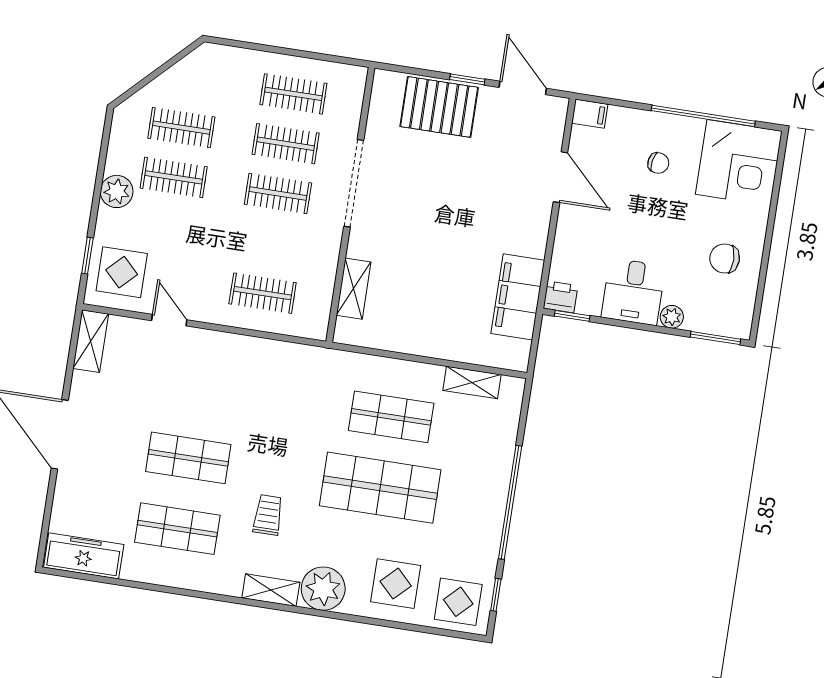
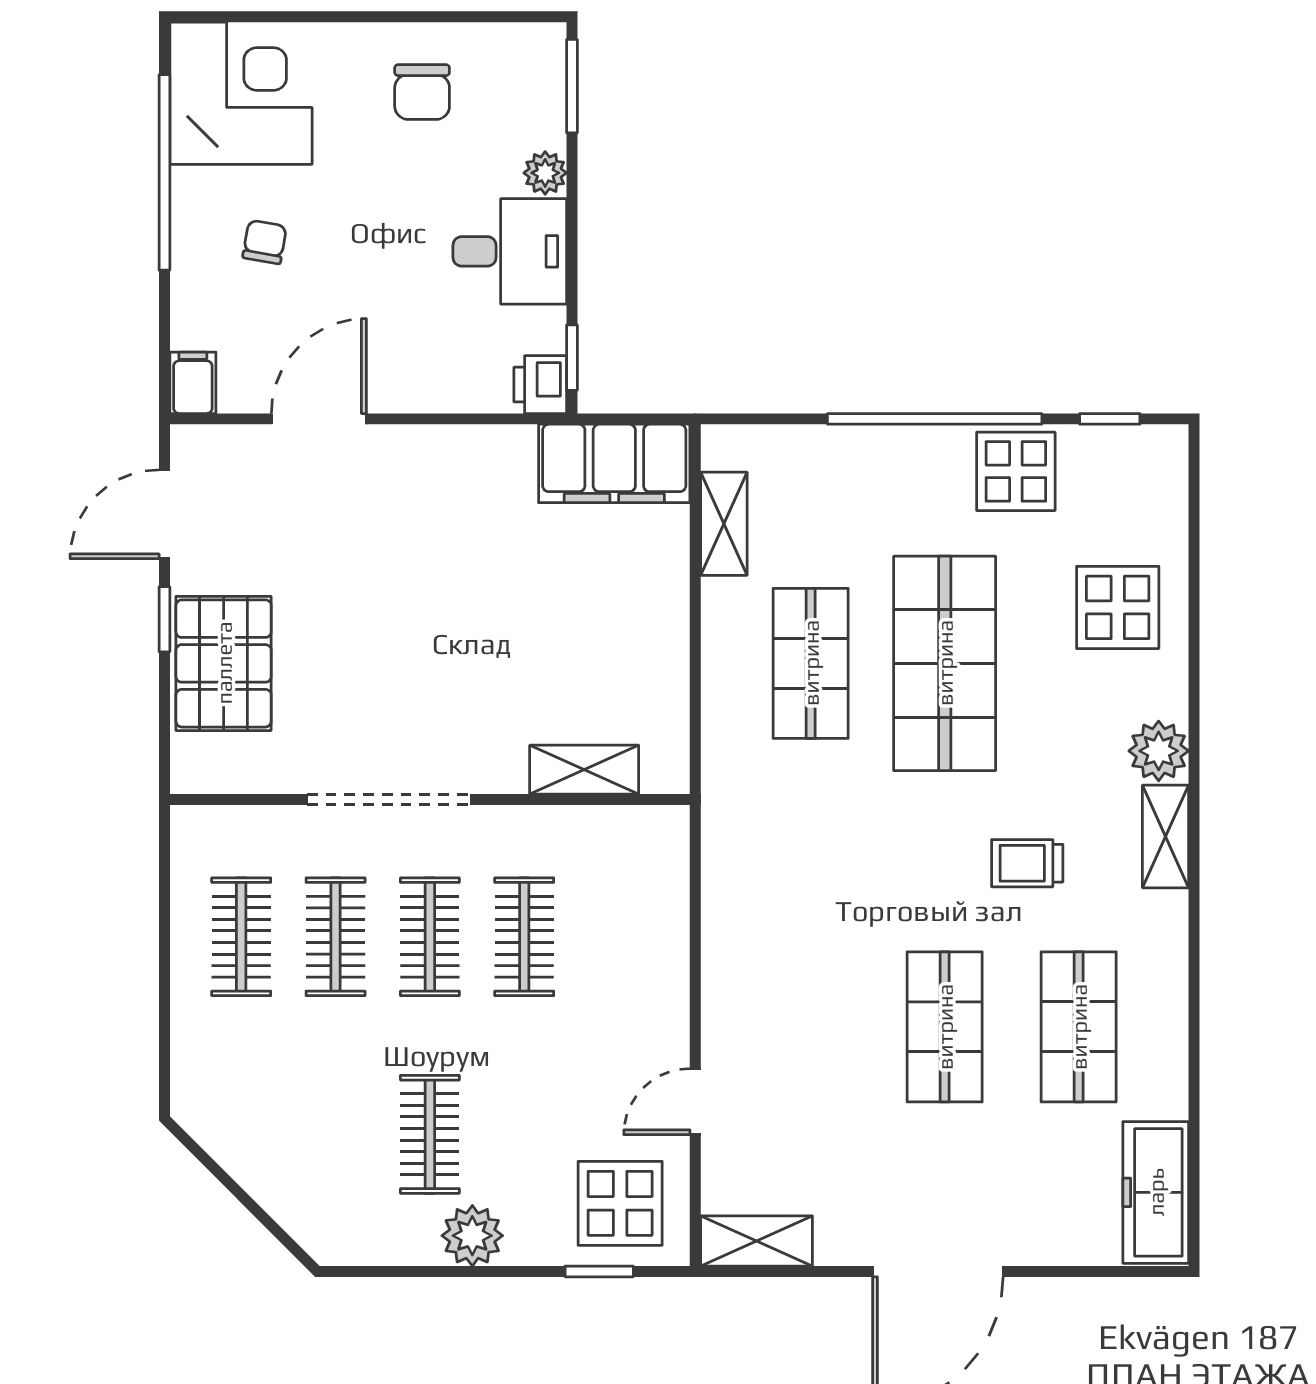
clothes rail: (181, 128) -> (336, 1134), removed
clothes rail: (263, 293) -> (524, 937), moved
filing cabinet: (518, 297) -> (614, 463), moved
plant: (323, 589) -> (1159, 751), width x0.73, depth x0.73
display table: (458, 602) -> (1016, 471), moved

